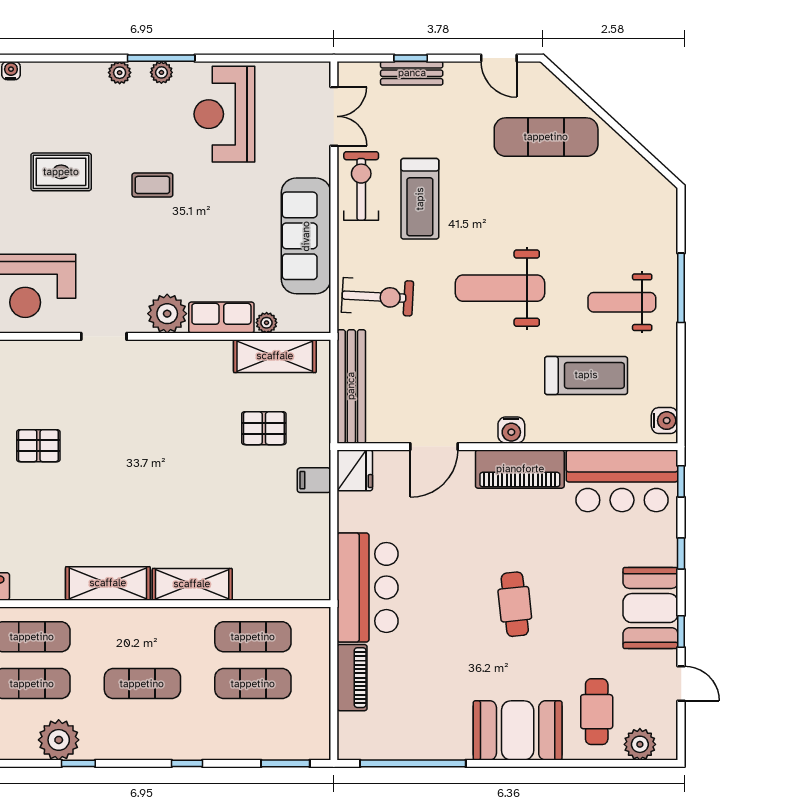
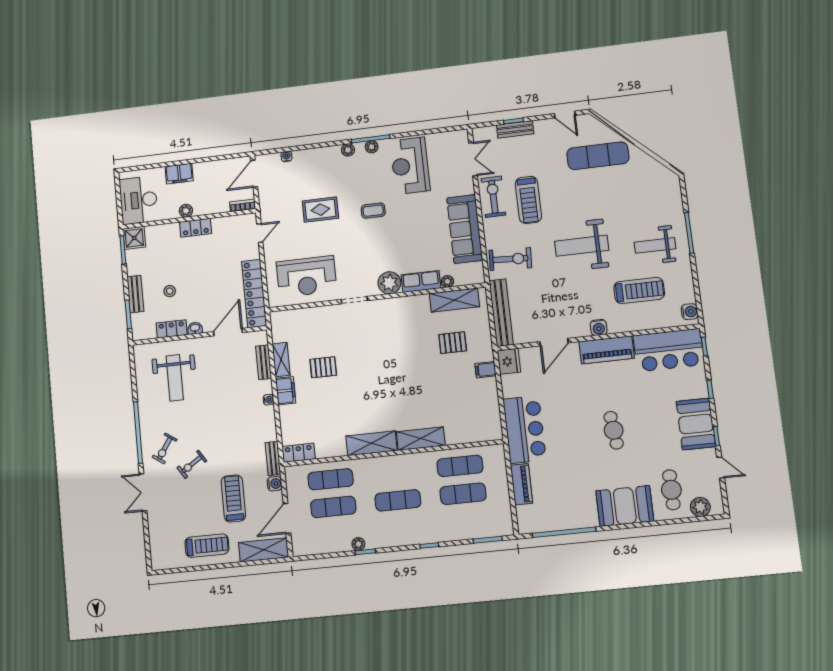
plant: (59, 740) -> (358, 544), width x0.53, depth x0.53

